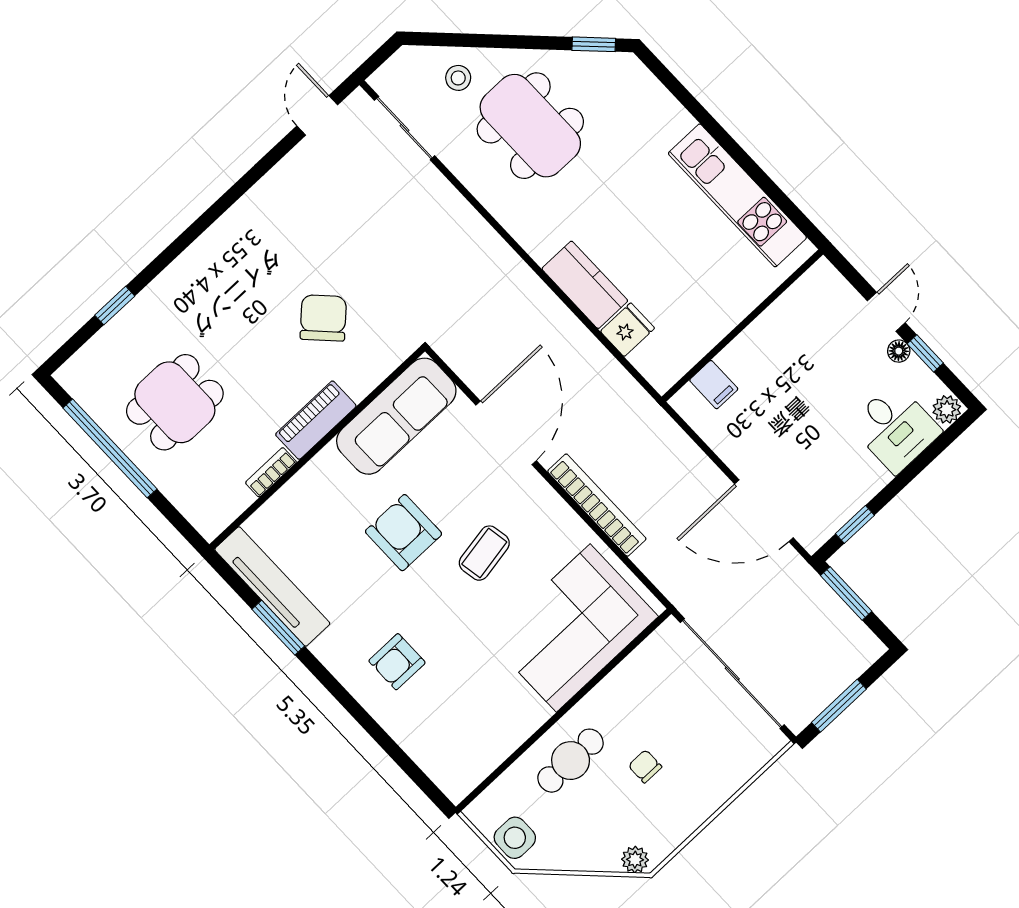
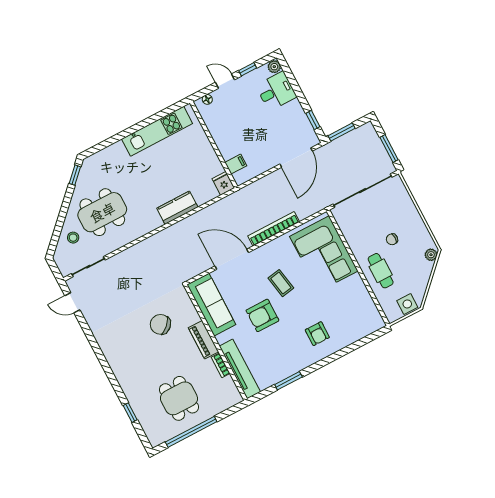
fridge: (627, 330) -> (223, 183), moved
floor lamp: (899, 351) -> (207, 99), moved
tv unit: (272, 586) -> (240, 369), moved, turned 90

